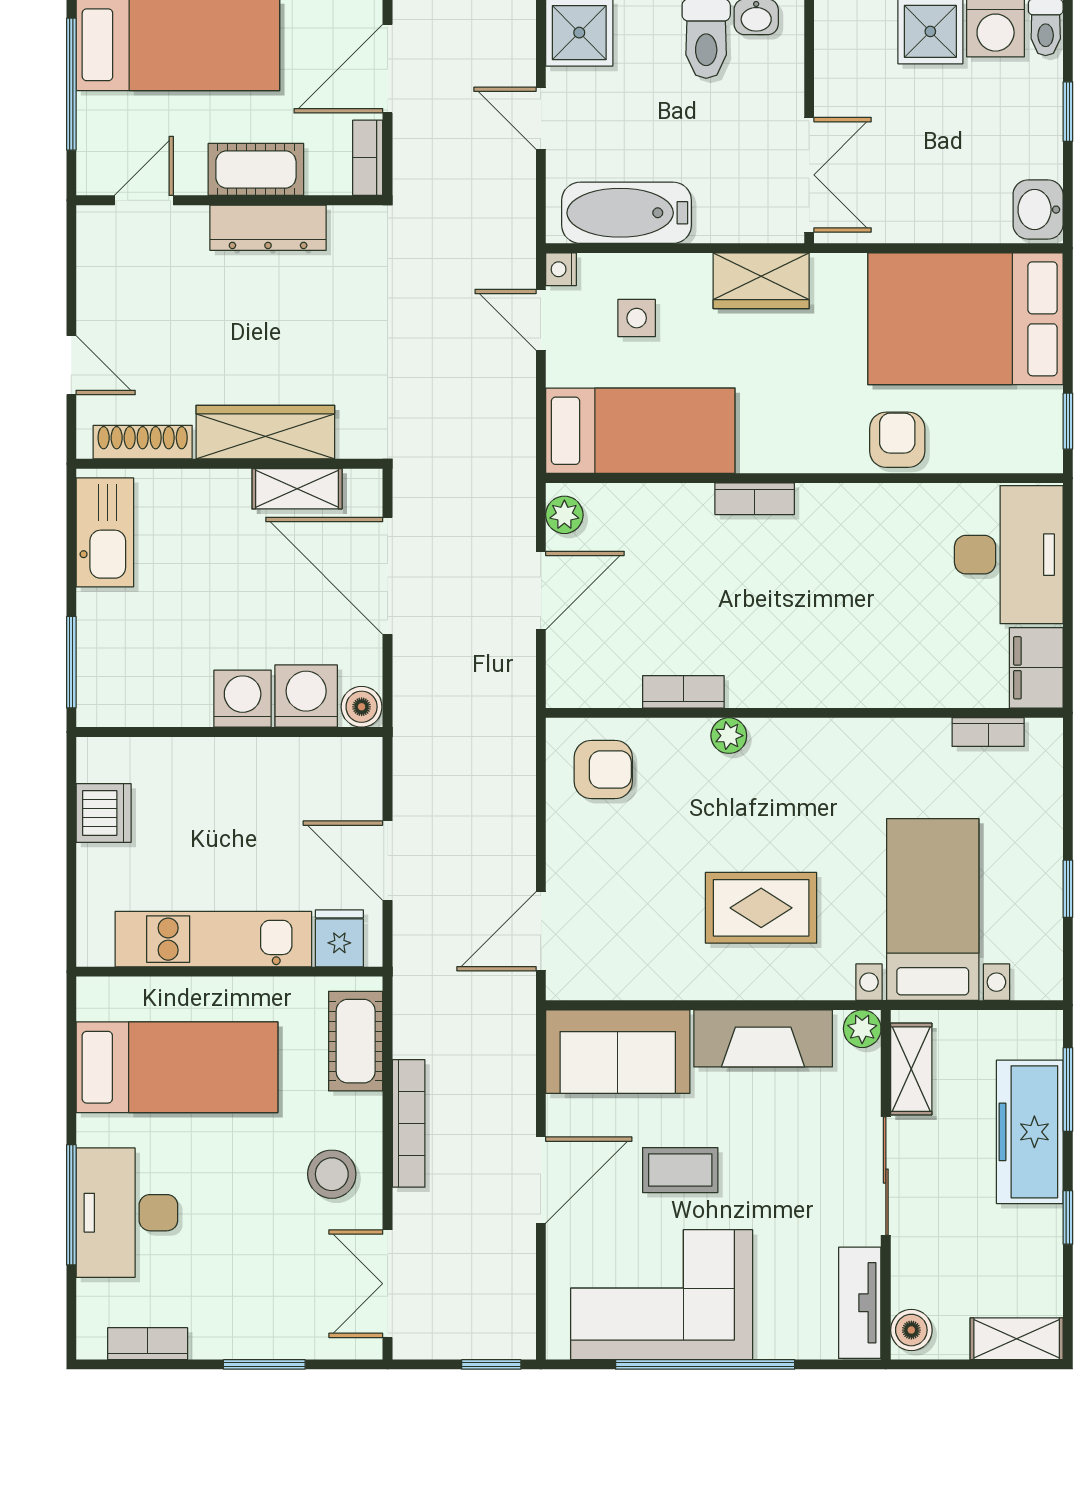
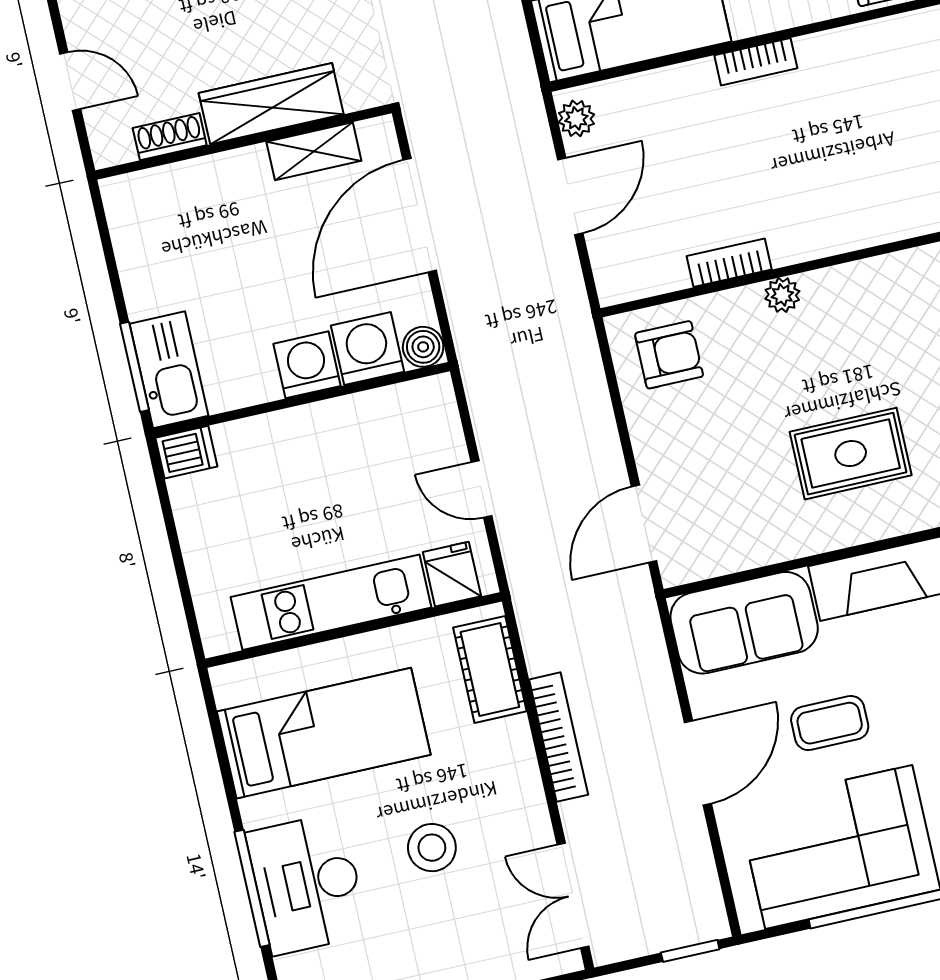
shoe rack: (143, 442) -> (170, 137), width x0.70
kitchen sink: (105, 532) -> (169, 370), moved
door: (388, 576) -> (420, 215), hinge flipped
dishwasher: (104, 813) -> (186, 452), moved, width x0.73
door: (388, 861) -> (481, 489), width x0.73
stool: (332, 1174) -> (432, 848), moved

